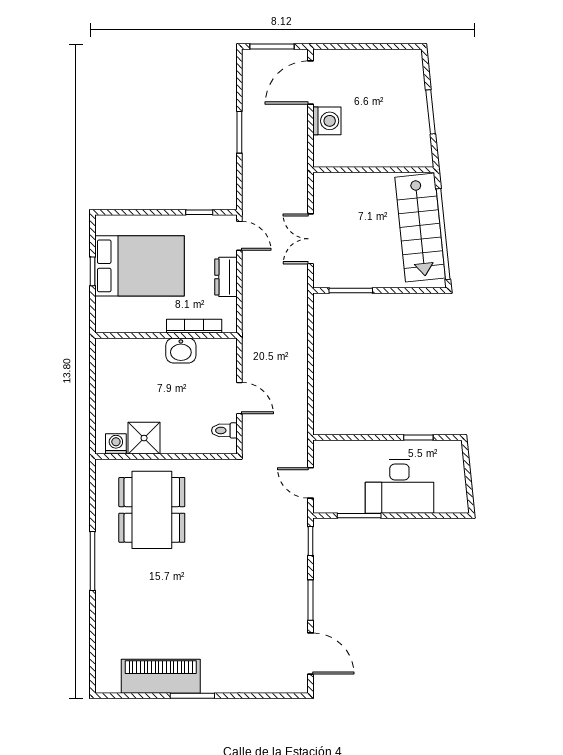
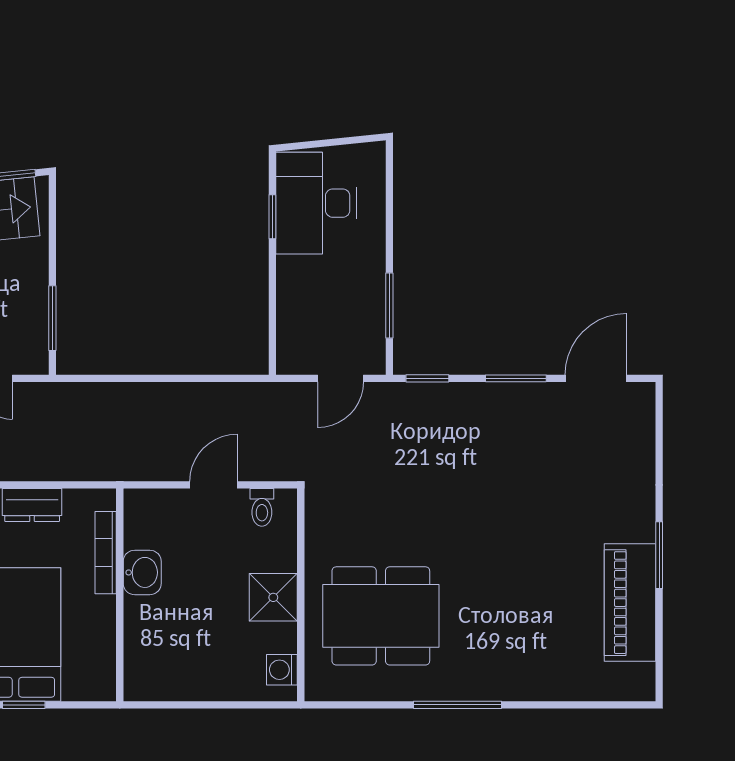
shower: (144, 438) -> (273, 597), moved
desk: (399, 486) -> (316, 203), moved, turned 180

